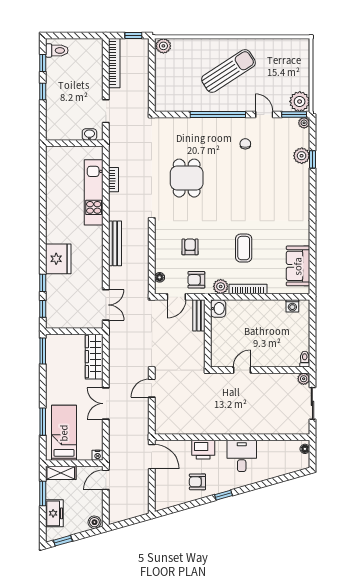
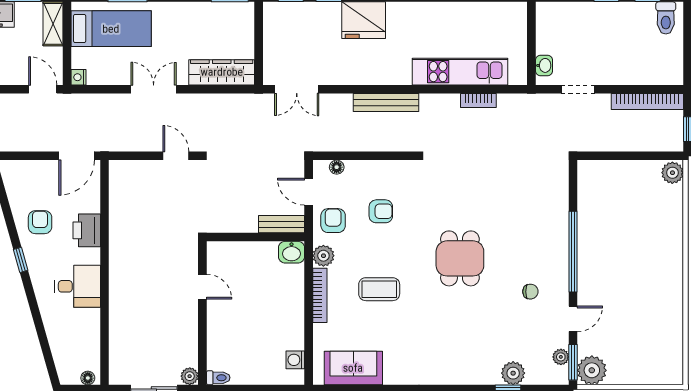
sun lounger: (229, 71) -> (636, 267), removed
plant: (304, 123) -> (561, 357), moved
dining table: (187, 178) -> (460, 258), moved, turned 90

